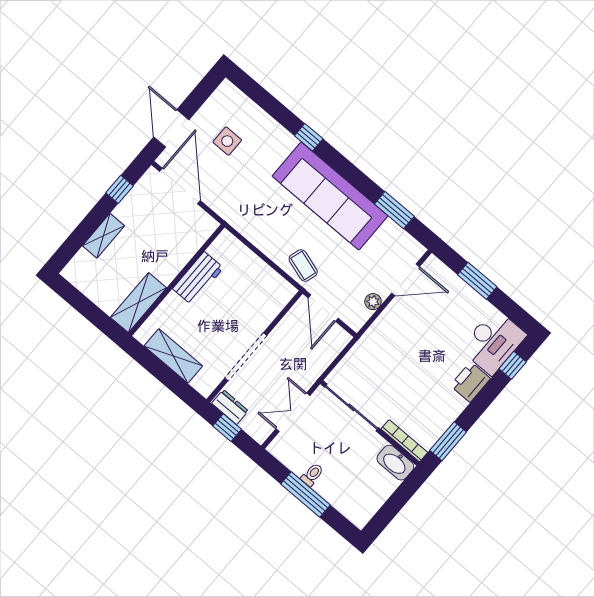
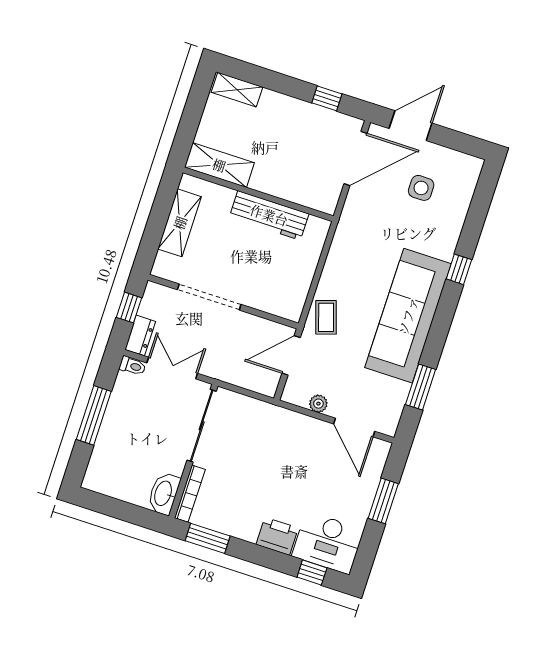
shelving: (103, 236) -> (237, 90), moved
coffee table: (303, 265) -> (326, 317), turned -35
workbench: (198, 278) -> (269, 215), width x1.38
dresser: (230, 407) -> (140, 335), moved
toilet: (312, 475) -> (132, 366), moved

